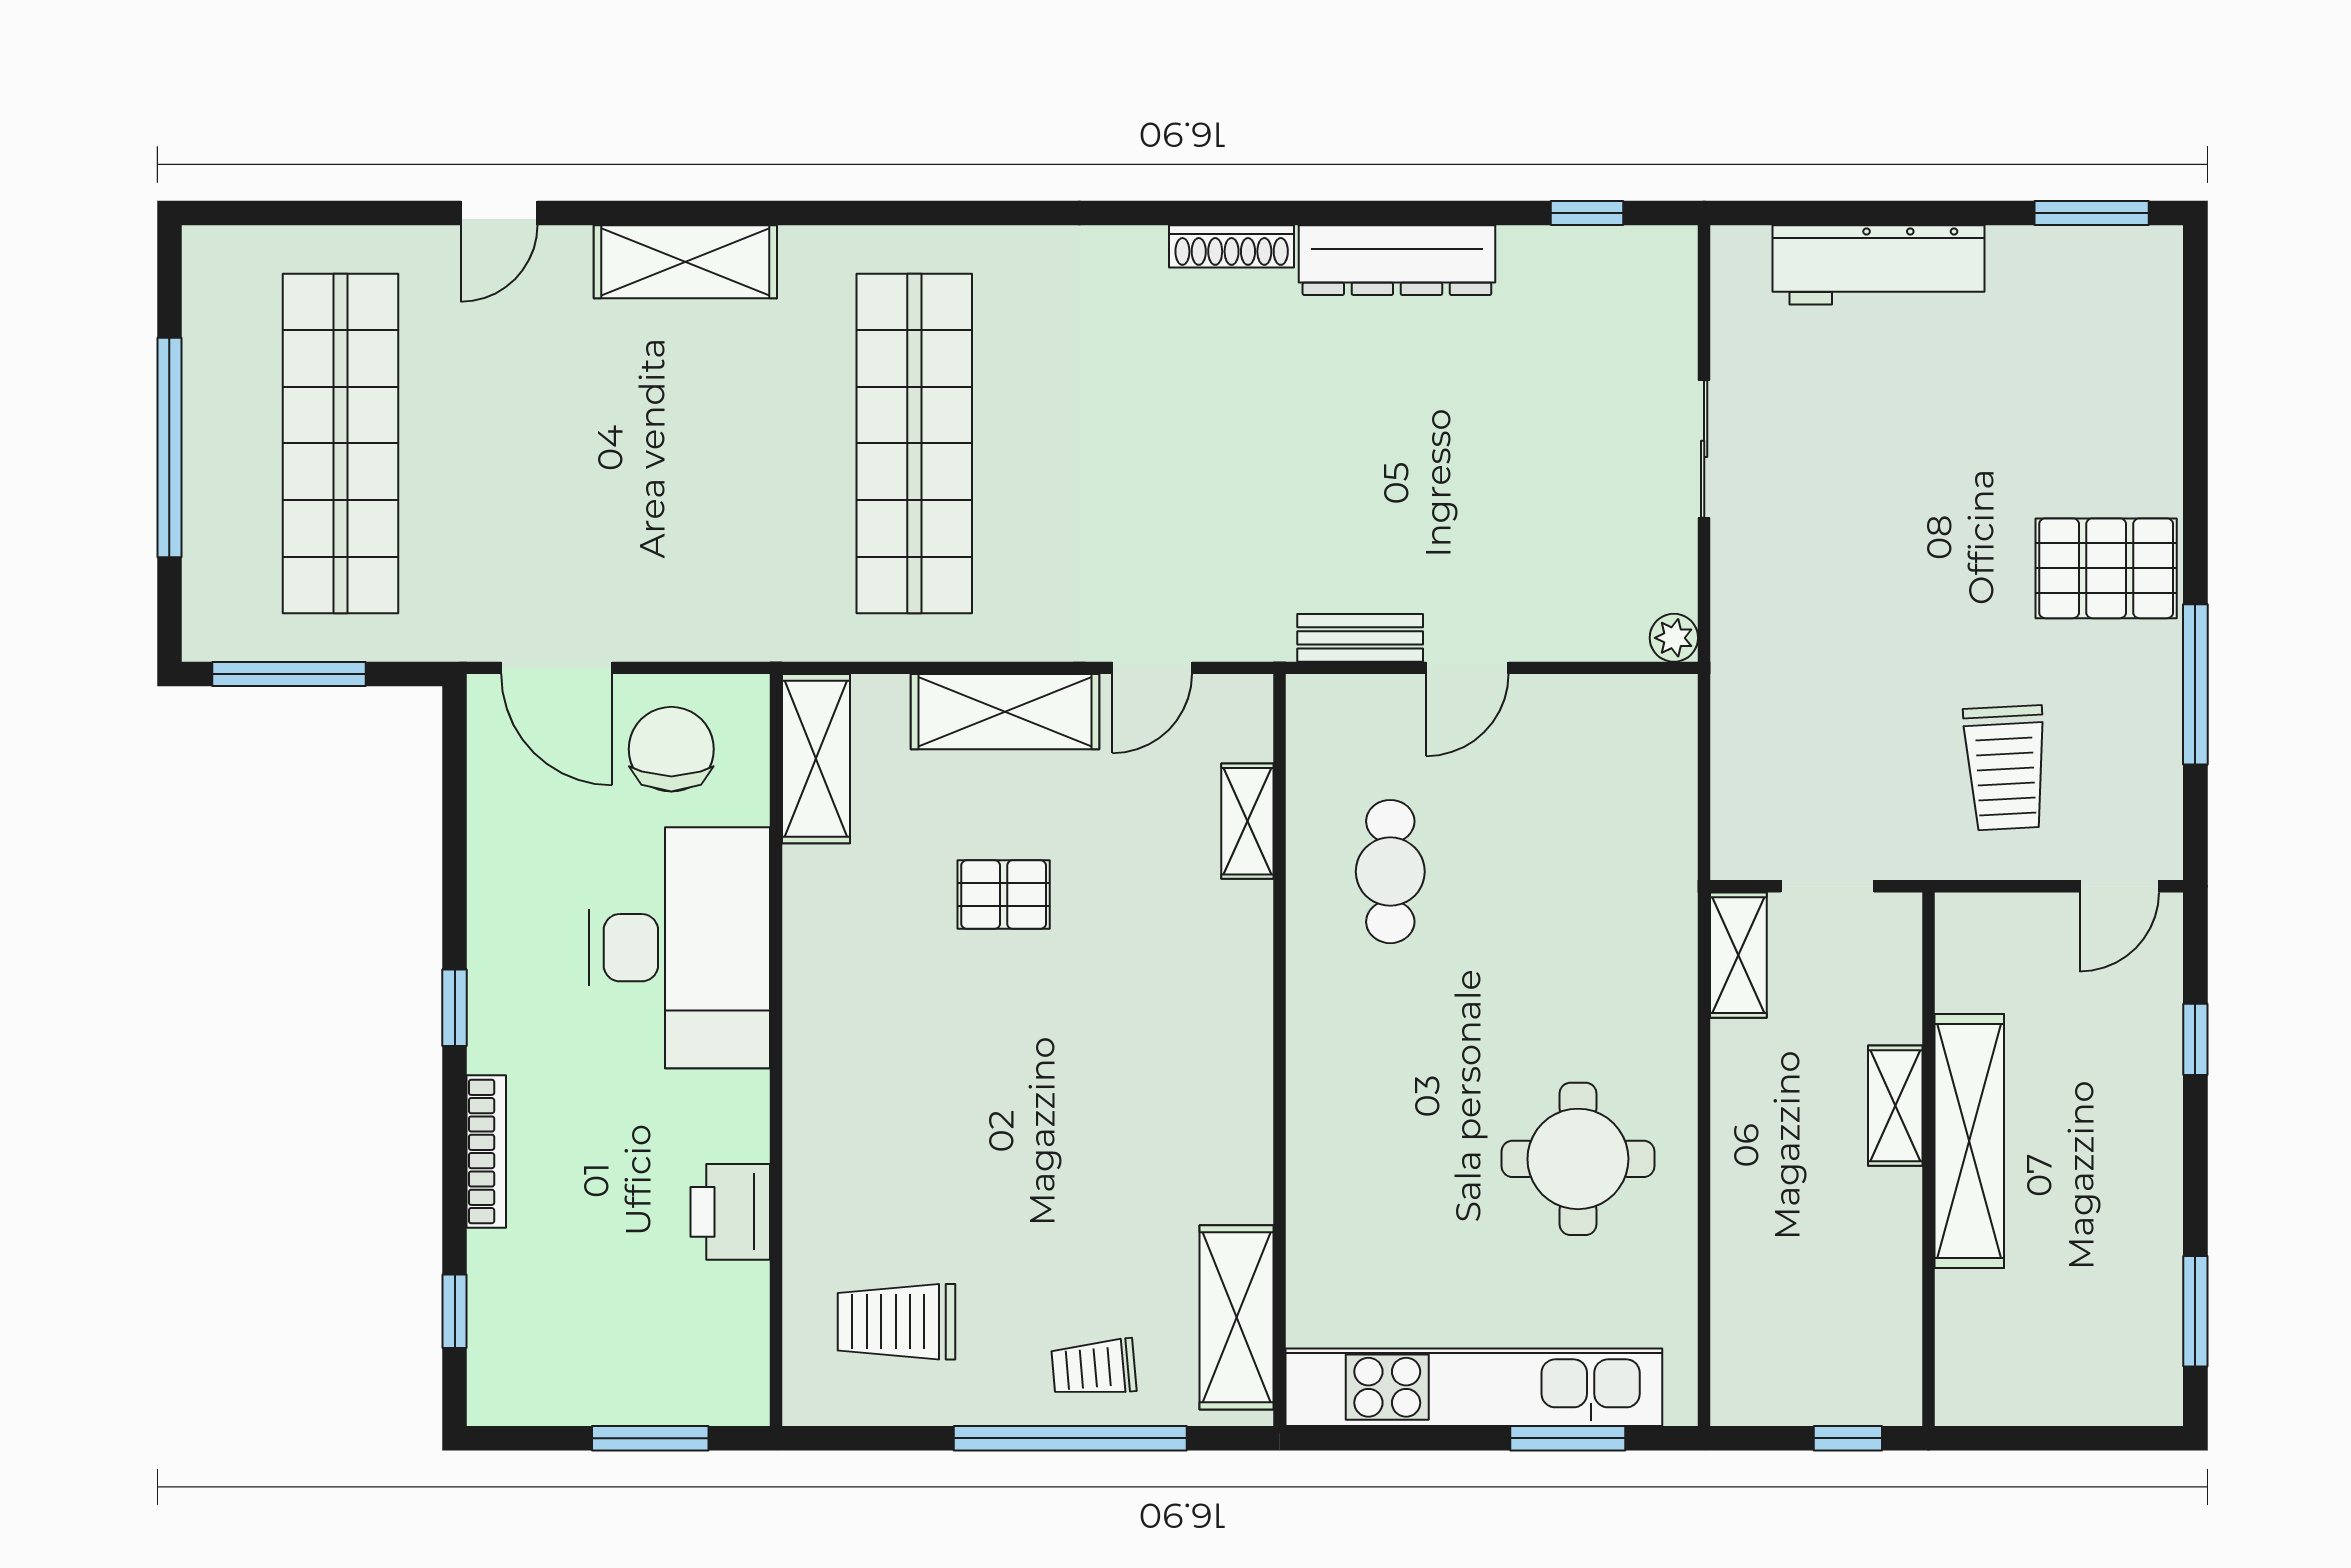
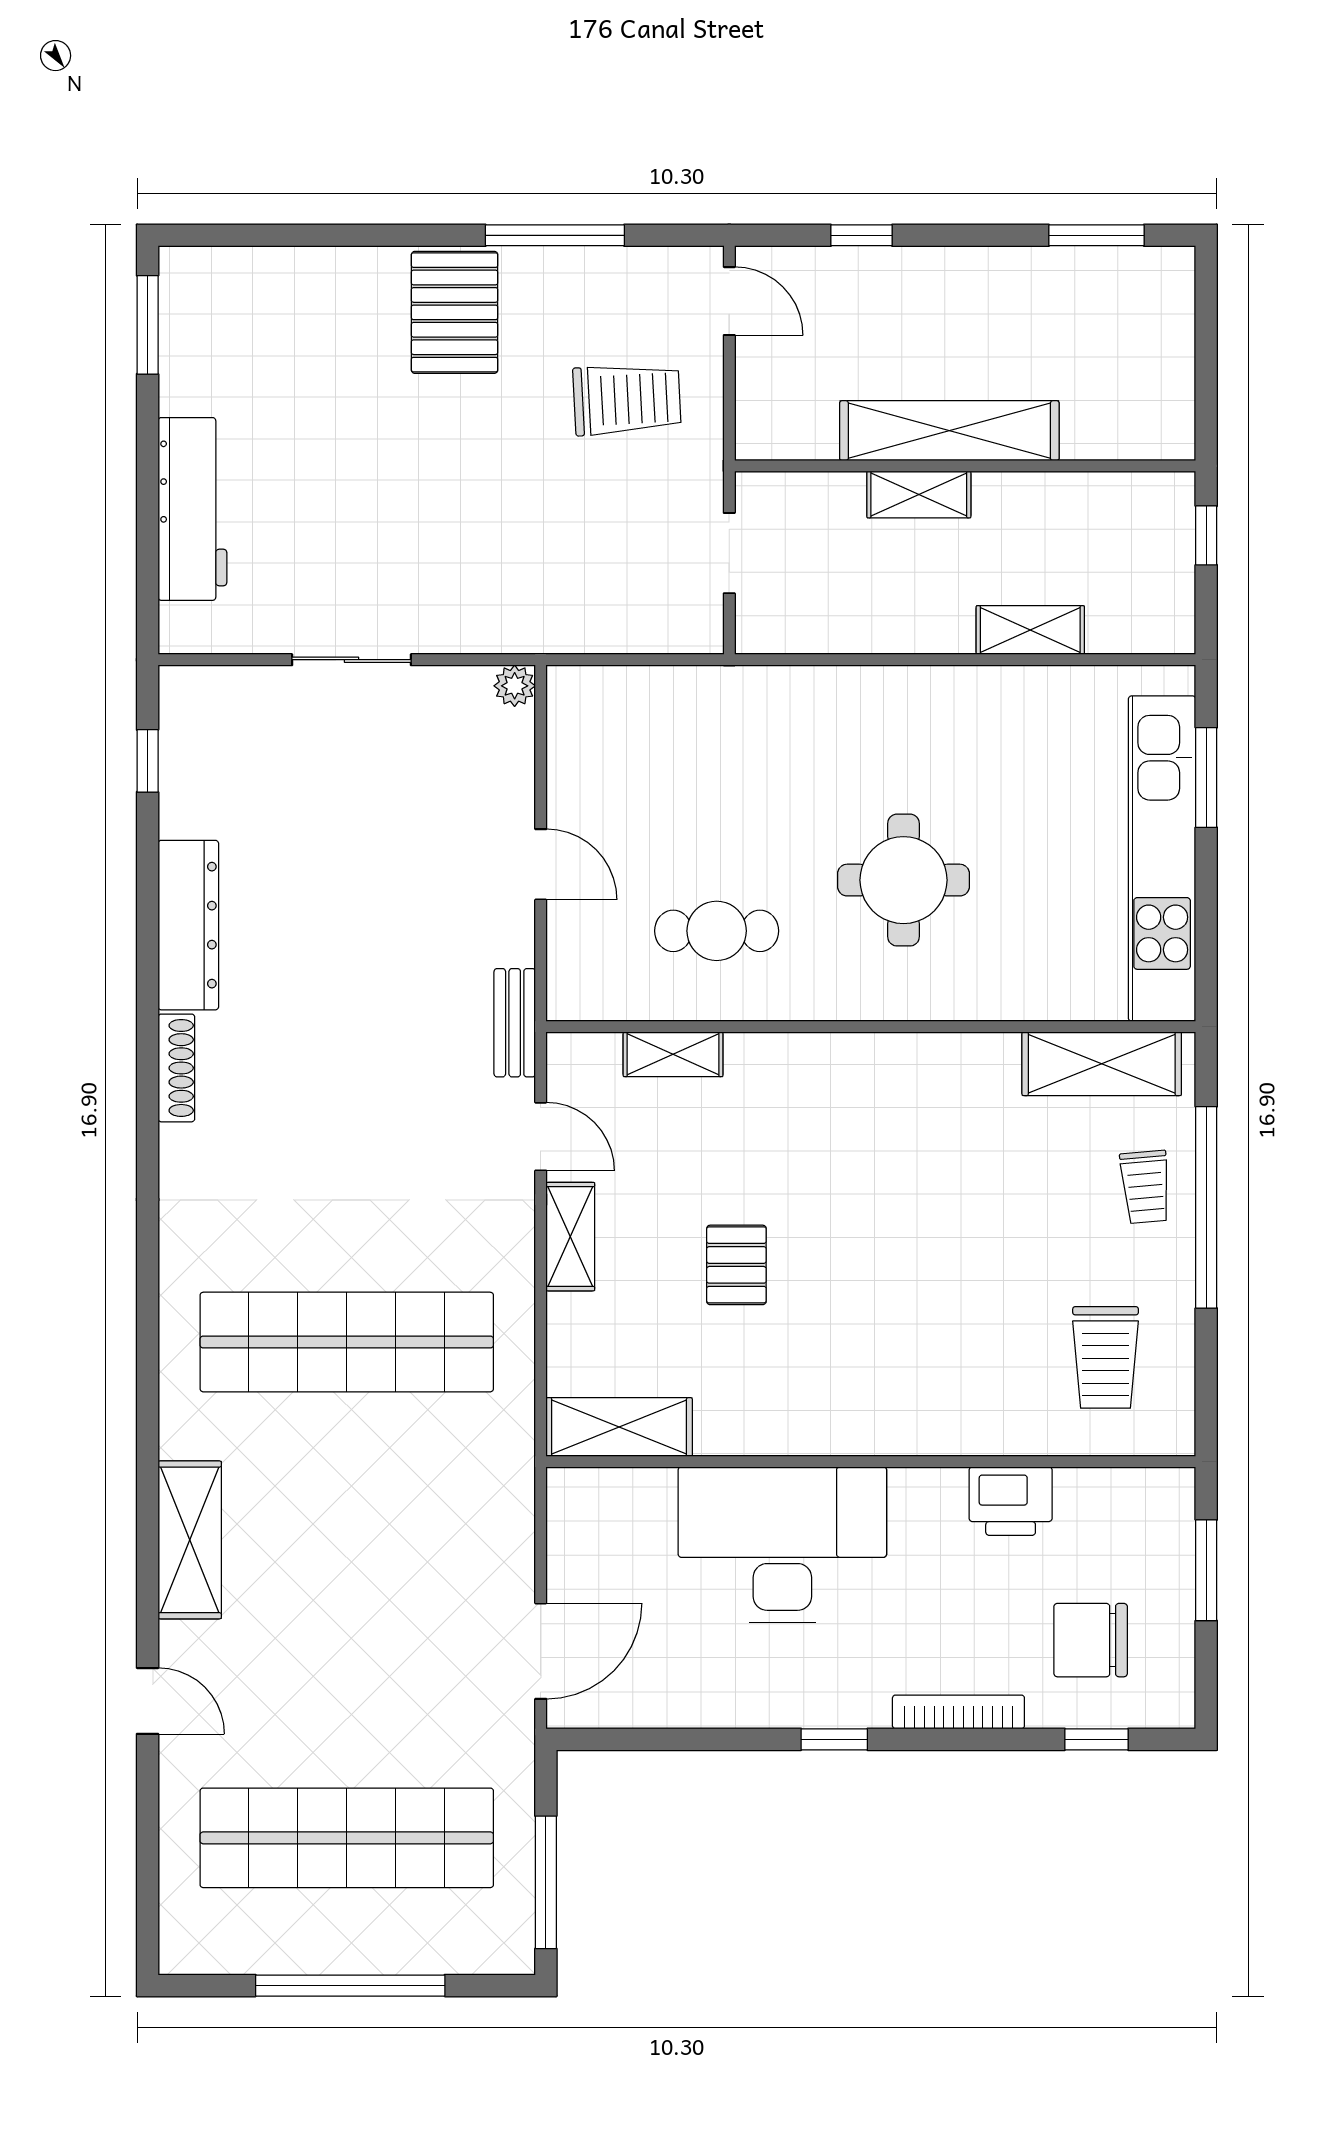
bench: (1360, 638) -> (515, 1023), moved
shelving: (1005, 712) -> (570, 1237), width x0.67, depth x0.75
chair: (671, 749) -> (1091, 1640), moved
shelving: (1738, 955) -> (1030, 630), moved
round table: (1578, 1159) -> (903, 880), moved

